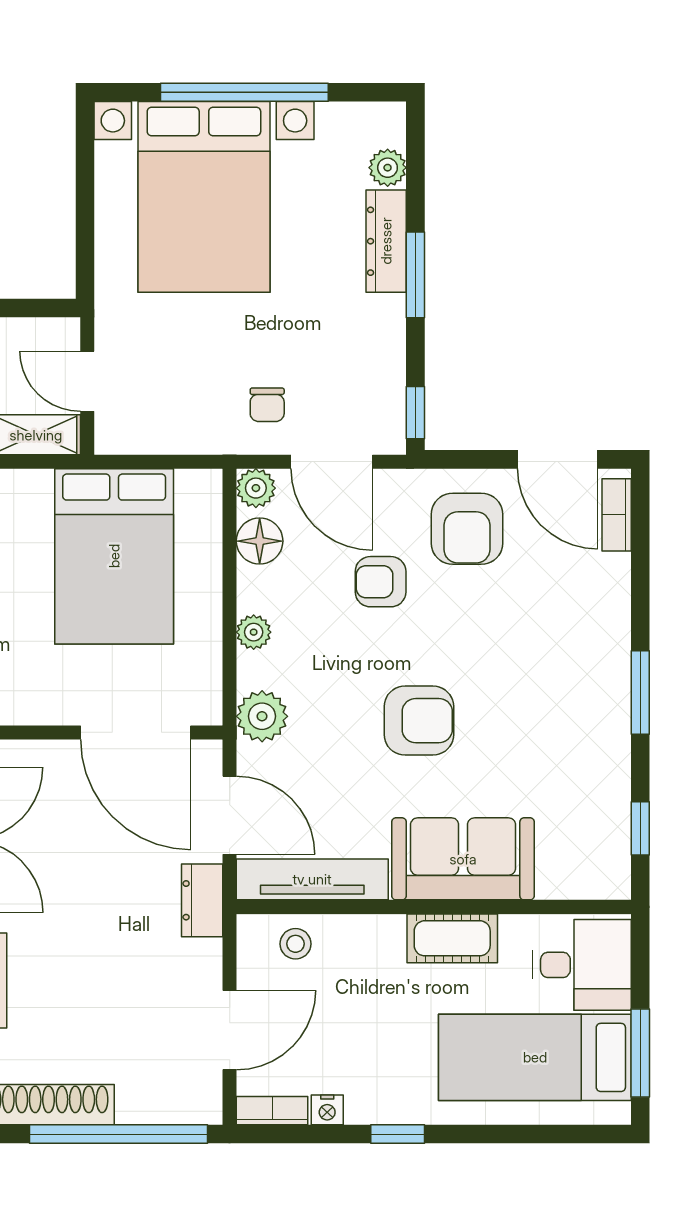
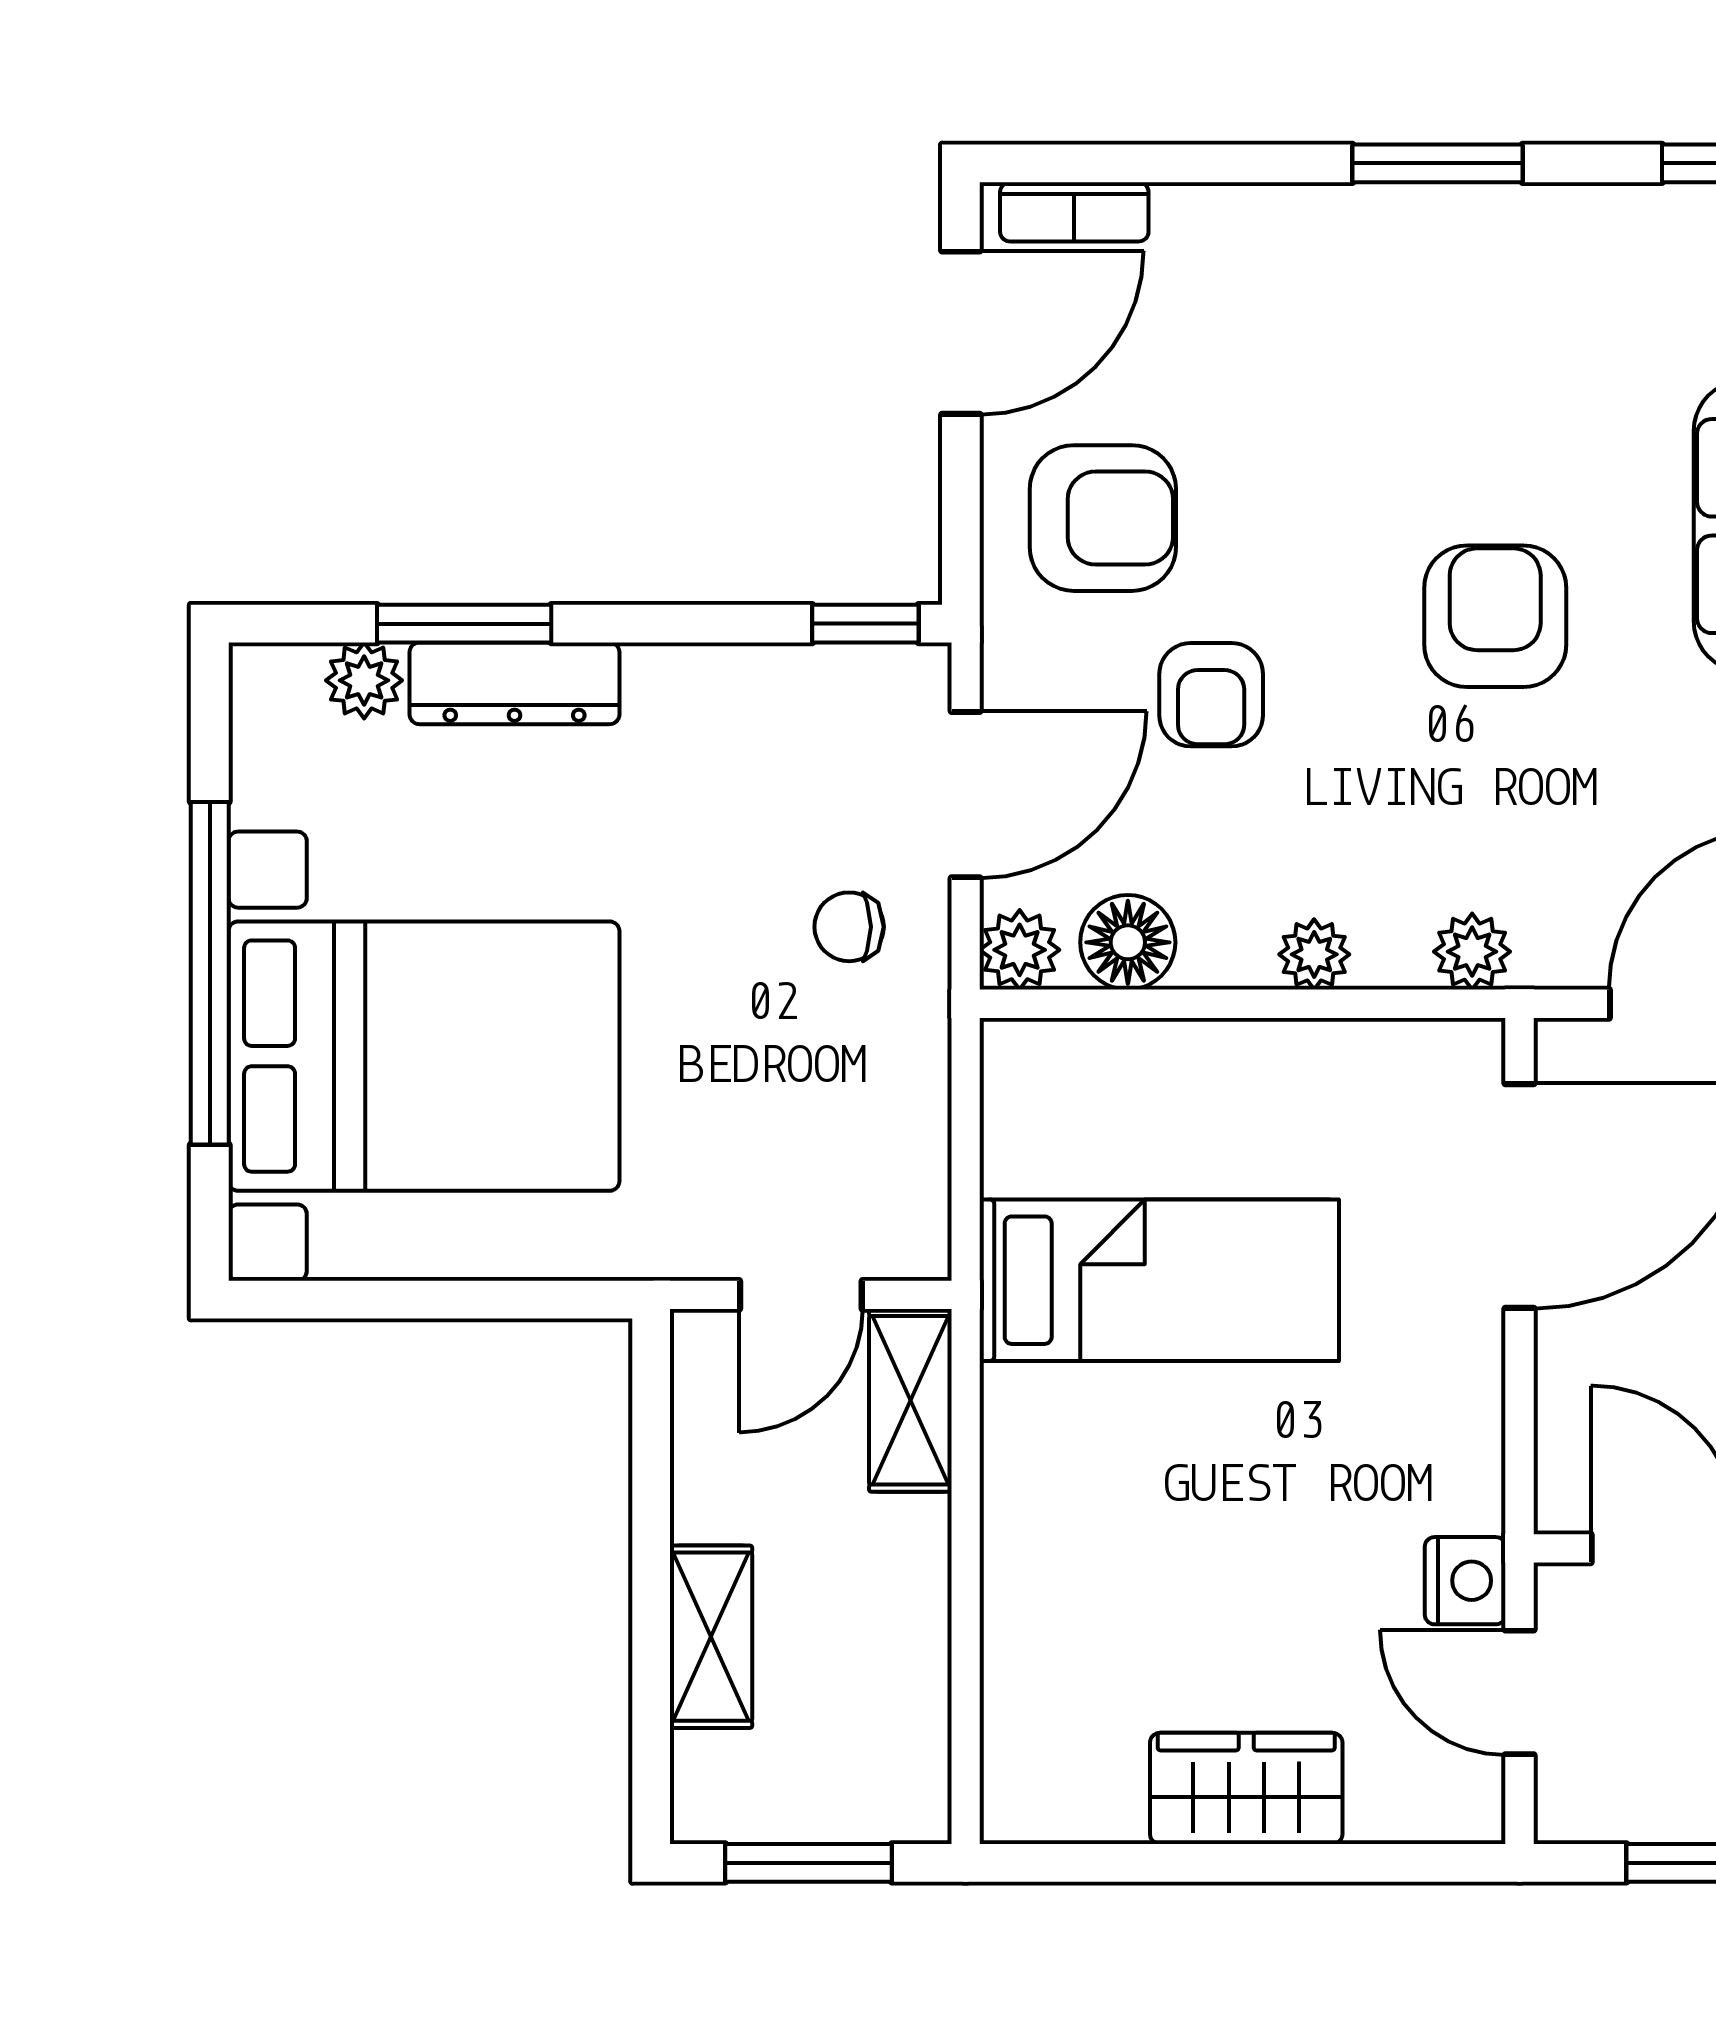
window: (415, 275) -> (464, 624), moved
chair: (267, 405) -> (849, 927), turned 180
bed: (114, 556) -> (1159, 1280), width x0.67
plant: (262, 716) -> (1472, 952), width x0.73, depth x0.73

